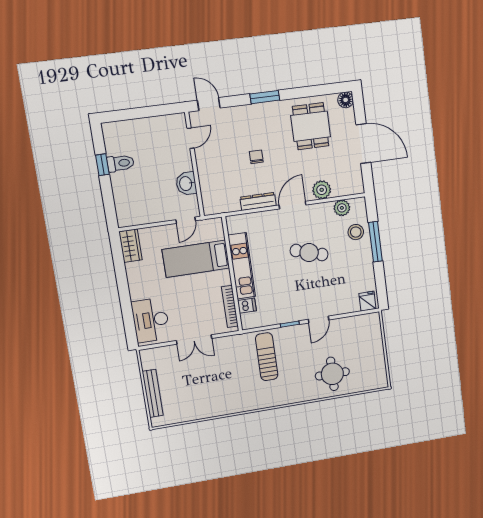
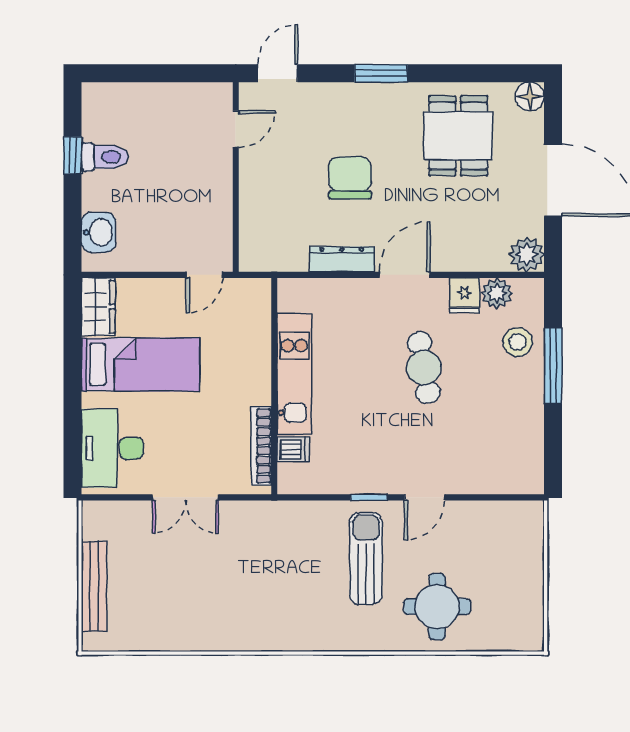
door: (209, 104) -> (278, 73), hinge flipped
chair: (256, 157) -> (350, 178), width x1.87, depth x1.87
washbasin: (186, 184) -> (99, 232), moved, turned 180
plant: (322, 190) -> (527, 254), moved
cafe table: (309, 253) -> (424, 367), turned 63
bed: (196, 259) -> (140, 364), moved, turned 180
fridge: (367, 301) -> (465, 295), moved, turned 180
sun lounger: (267, 357) -> (366, 558), moved

